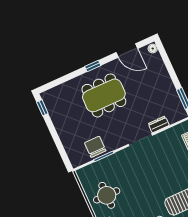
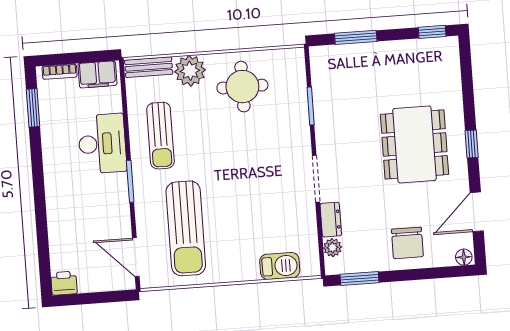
plant: (173, 118) -> (333, 248), added
window: (60, 146) -> (356, 37), added
chair: (95, 147) -> (407, 243), moved, turned 90

